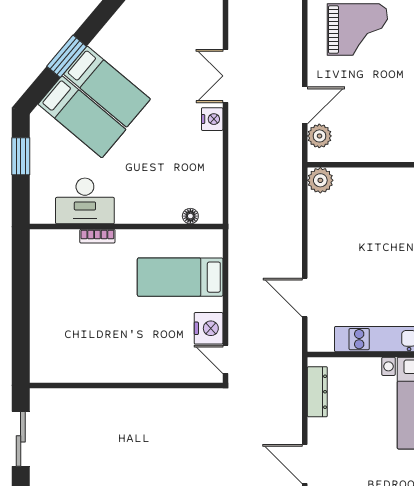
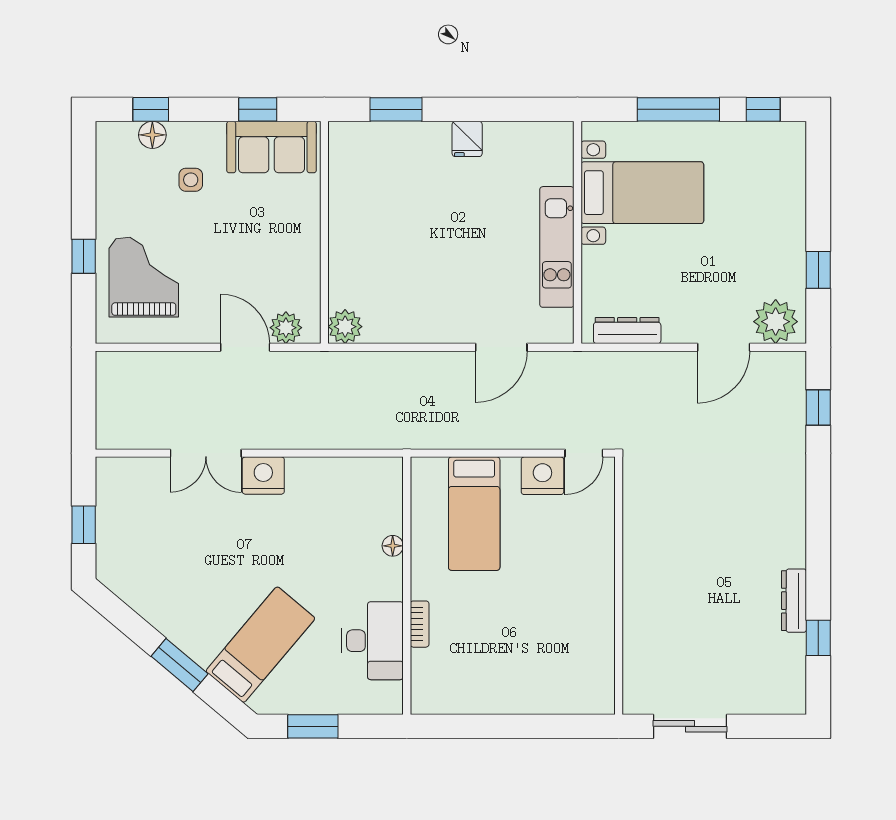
bed: (107, 87) -> (220, 611), removed
nightstand: (212, 119) -> (263, 476), width x1.36, depth x1.33
floor lamp: (190, 216) -> (393, 546), moved

